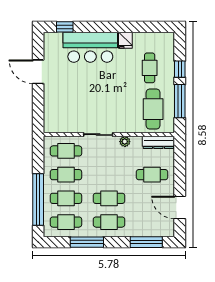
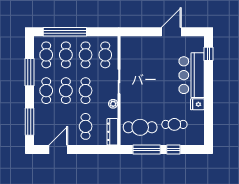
cafe table: (109, 175) -> (86, 91), added

